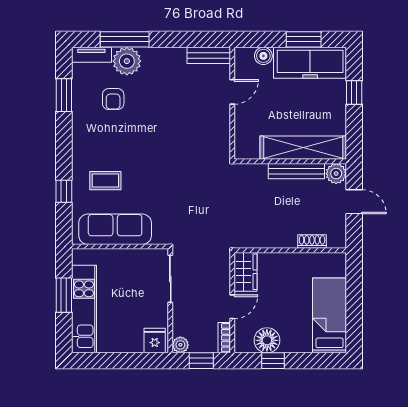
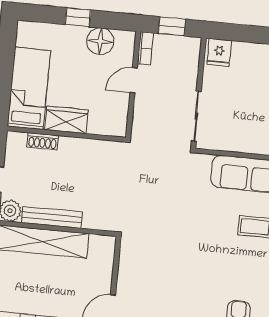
wardrobe: (245, 272) -> (66, 120), moved, turned 90
bed: (330, 315) -> (29, 88), moved, turned 180
plant: (180, 345) -> (192, 45), removed
window: (273, 361) -> (78, 17), moved

